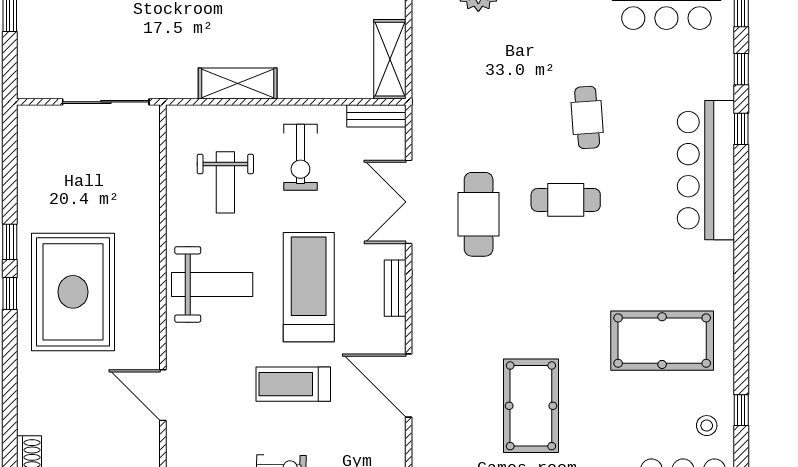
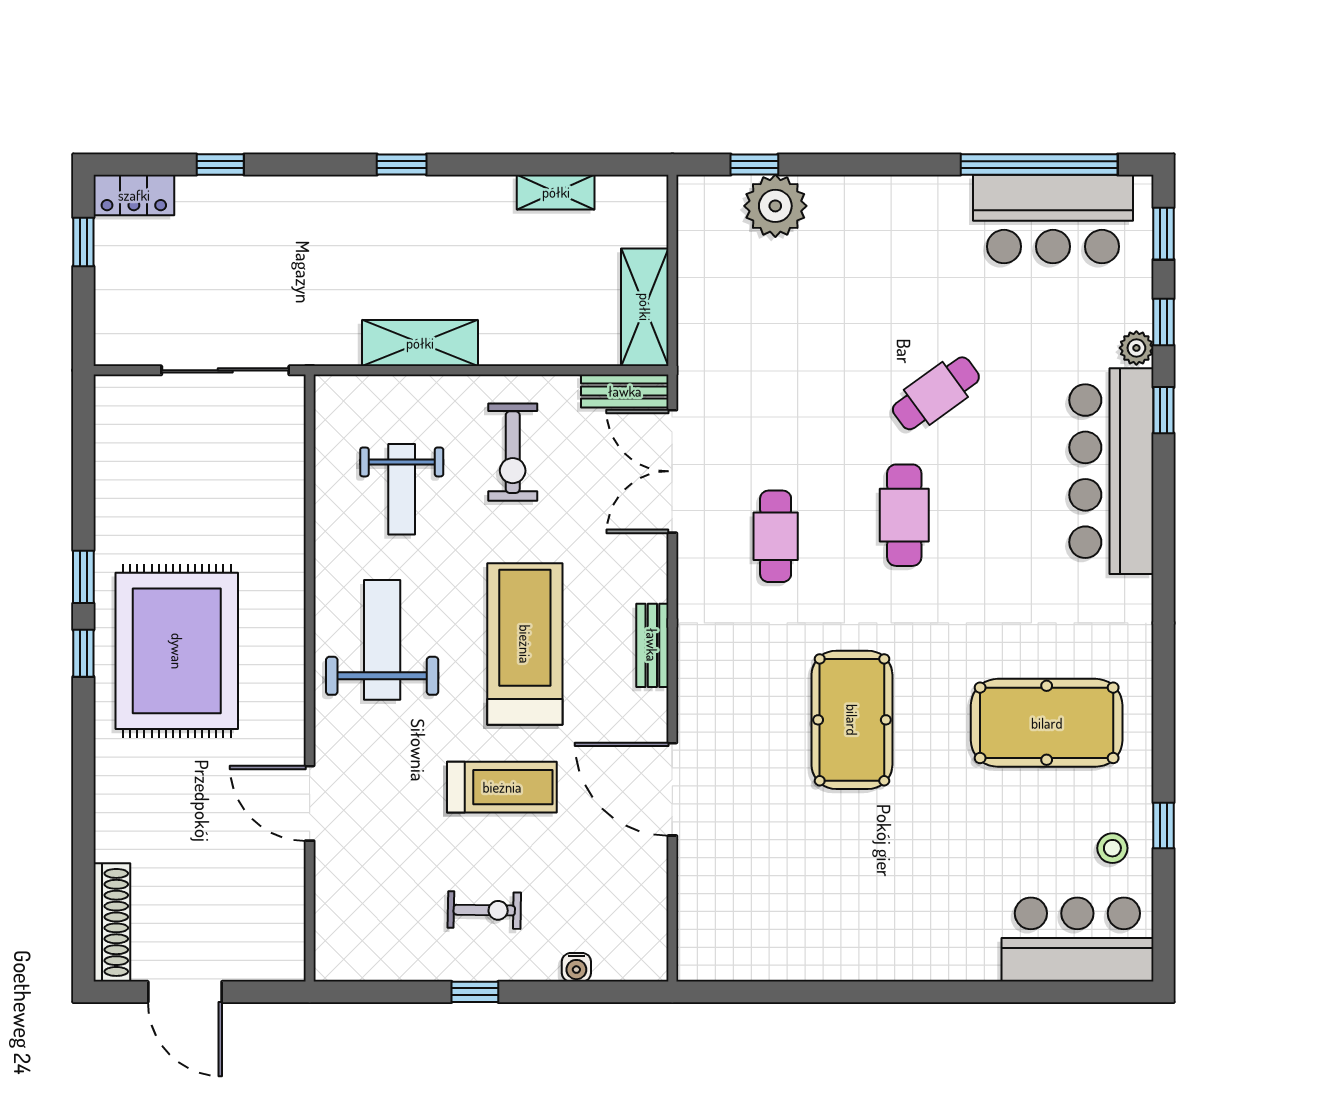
plant: (723, 87) -> (1136, 348), added
cafe table: (587, 117) -> (936, 393), turned 58
cafe table: (566, 200) -> (904, 515), turned 90
double door: (409, 202) -> (672, 471), moved
cafe table: (479, 214) -> (776, 536), width x0.73, depth x0.74
weight bench: (212, 284) -> (382, 640), turned -90
treadmill: (293, 384) -> (502, 787), turned 180
pool table: (531, 406) -> (852, 720), moved

